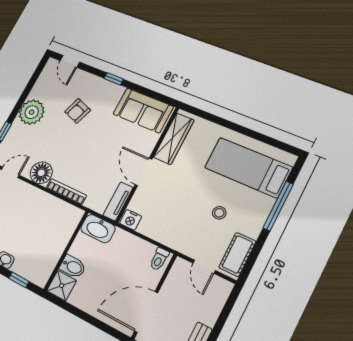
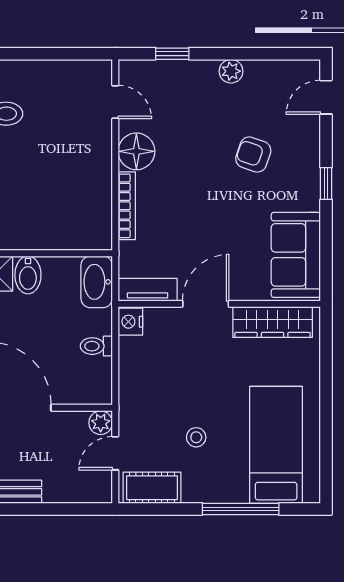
plant: (32, 112) -> (231, 71), width x0.53, depth x0.53
toilet: (159, 259) -> (96, 346), moved
plant: (181, 267) -> (101, 423), added

